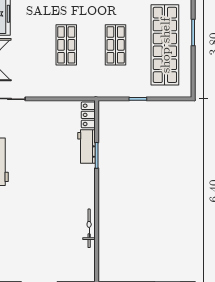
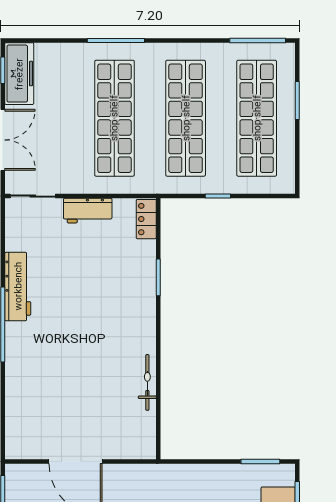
shop shelf: (66, 45) -> (114, 118), width x2.00, depth x1.36
shop shelf: (116, 45) -> (186, 118), width x2.00, depth x1.36
workbench: (87, 147) -> (88, 211), moved, turned -90

